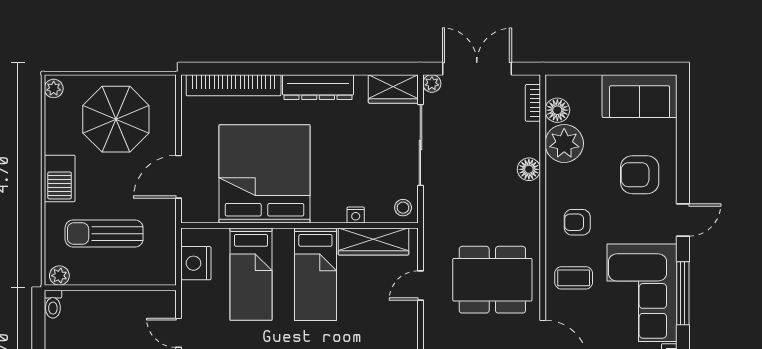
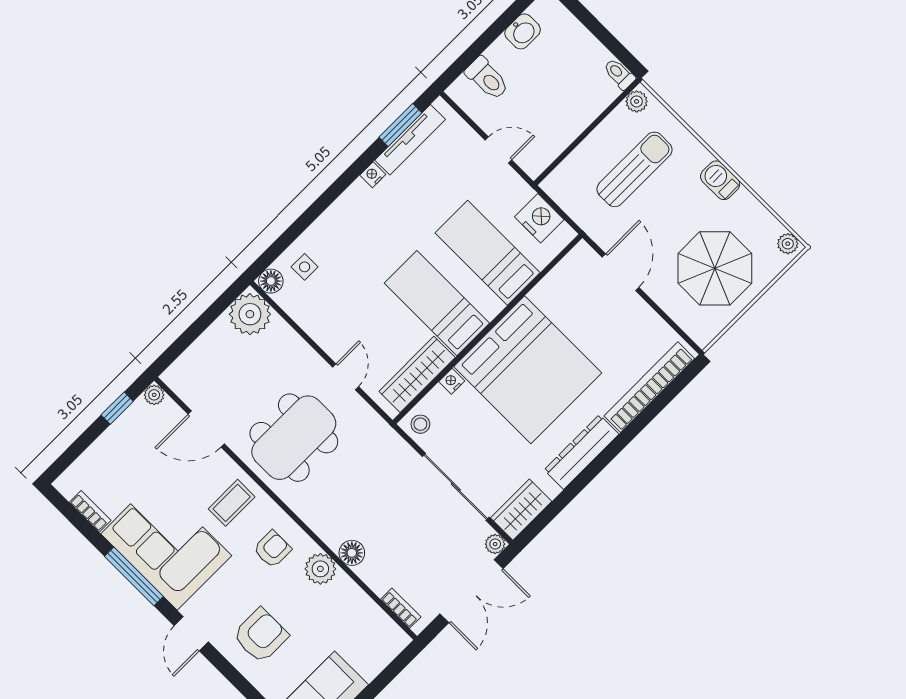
floor lamp: (557, 110) -> (376, 622), removed
plant: (564, 143) -> (320, 569), moved, width x0.73, depth x0.73
bed: (264, 174) -> (528, 370), moved
barbecue: (60, 178) -> (720, 180), width x0.73, depth x0.79

